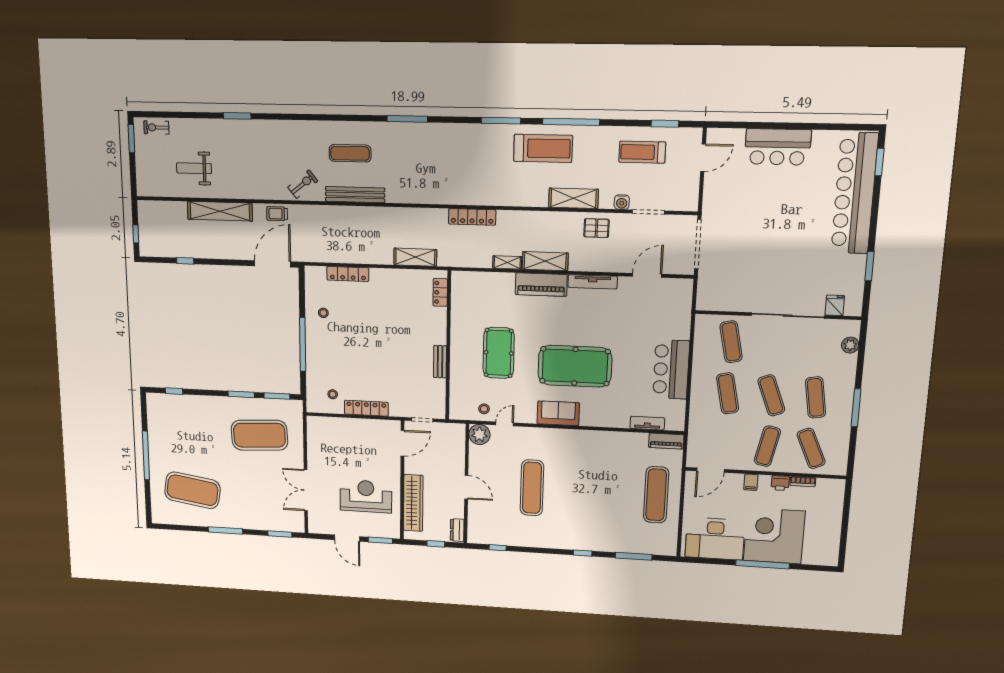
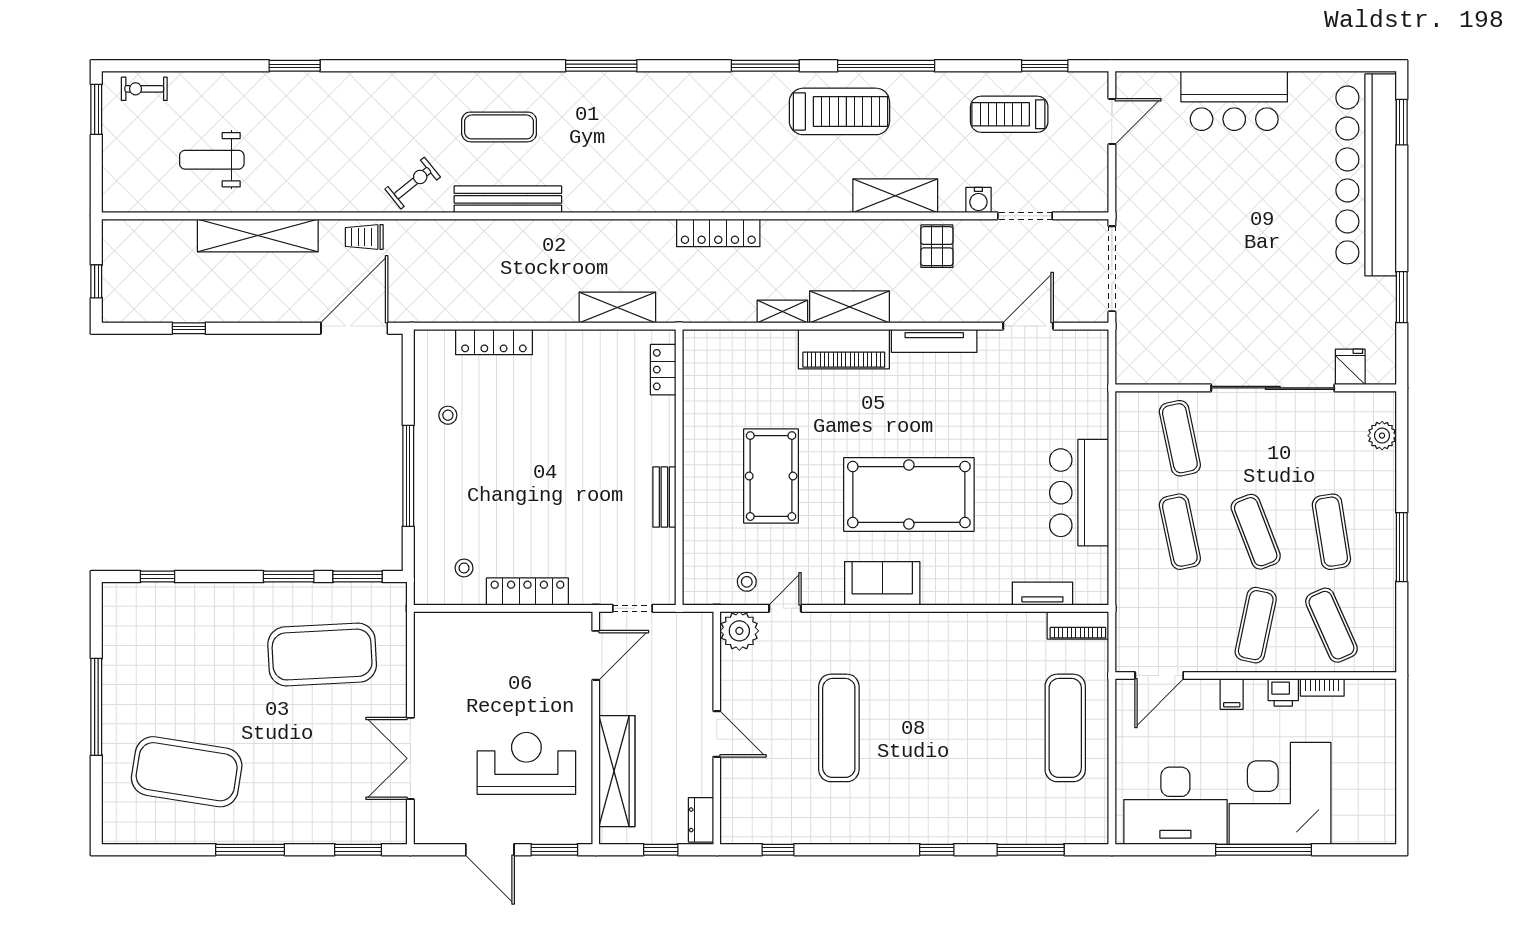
pallet: (596, 228) -> (937, 246), turned 90

